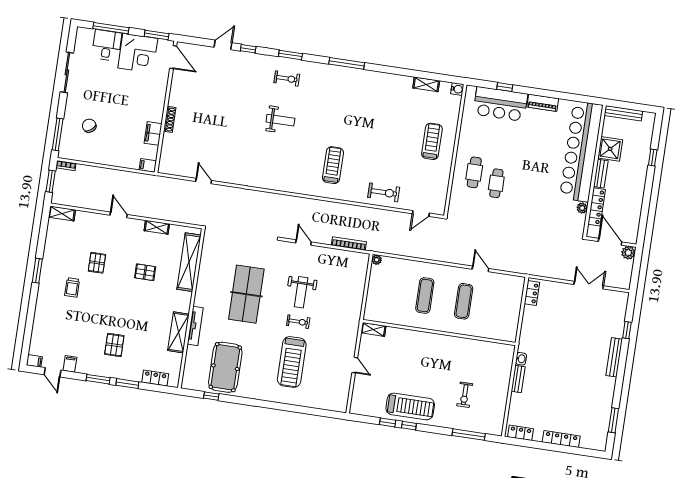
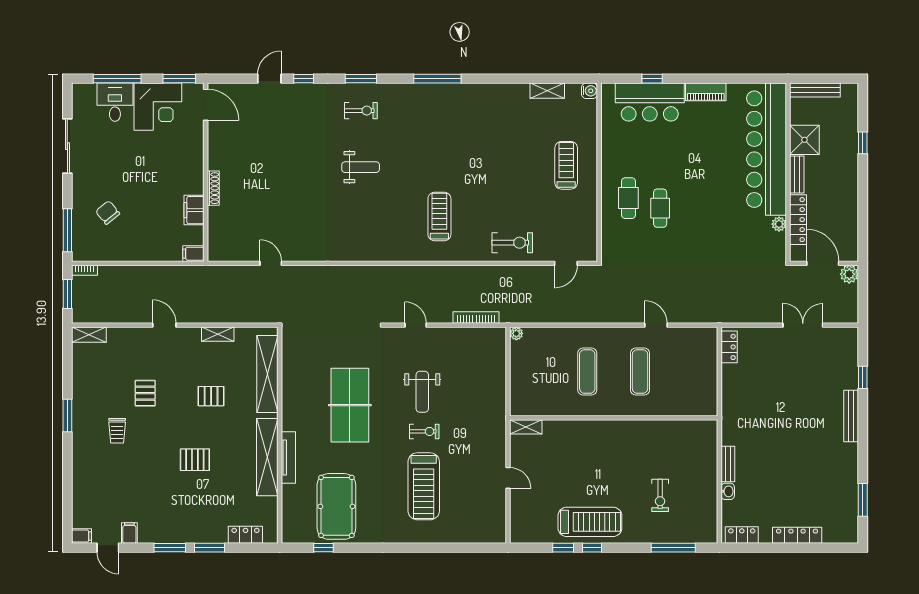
shelving: (178, 332) -> (267, 457), width x1.47
pallet: (114, 345) -> (195, 460), moved, turned 90
washbasin: (521, 359) -> (728, 491), moved

